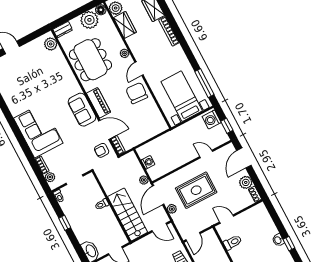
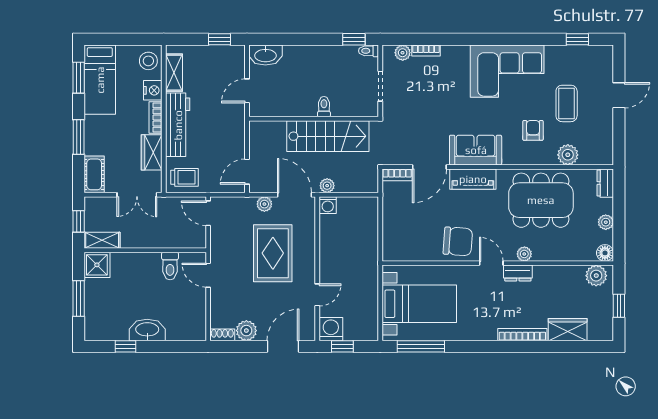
plant: (89, 20) -> (606, 222), width x0.53, depth x0.53
wardrobe: (125, 25) -> (565, 276), removed
plant: (51, 44) -> (568, 155), moved
dresser: (137, 51) -> (518, 273), added
coffee table: (31, 74) -> (567, 103), added
washing machine: (212, 119) -> (331, 329), moved
corner sofa: (38, 131) -> (507, 71), moved
armchair: (102, 150) -> (533, 130), moved
door: (244, 158) -> (283, 346), hinge flipped
washing machine: (148, 162) -> (328, 205), moved
stairs: (128, 214) -> (328, 136), moved
door: (227, 219) -> (208, 275), swing flipped
window: (65, 223) -> (354, 39), moved
washbasin: (278, 240) -> (147, 330), width x1.91, depth x1.45

